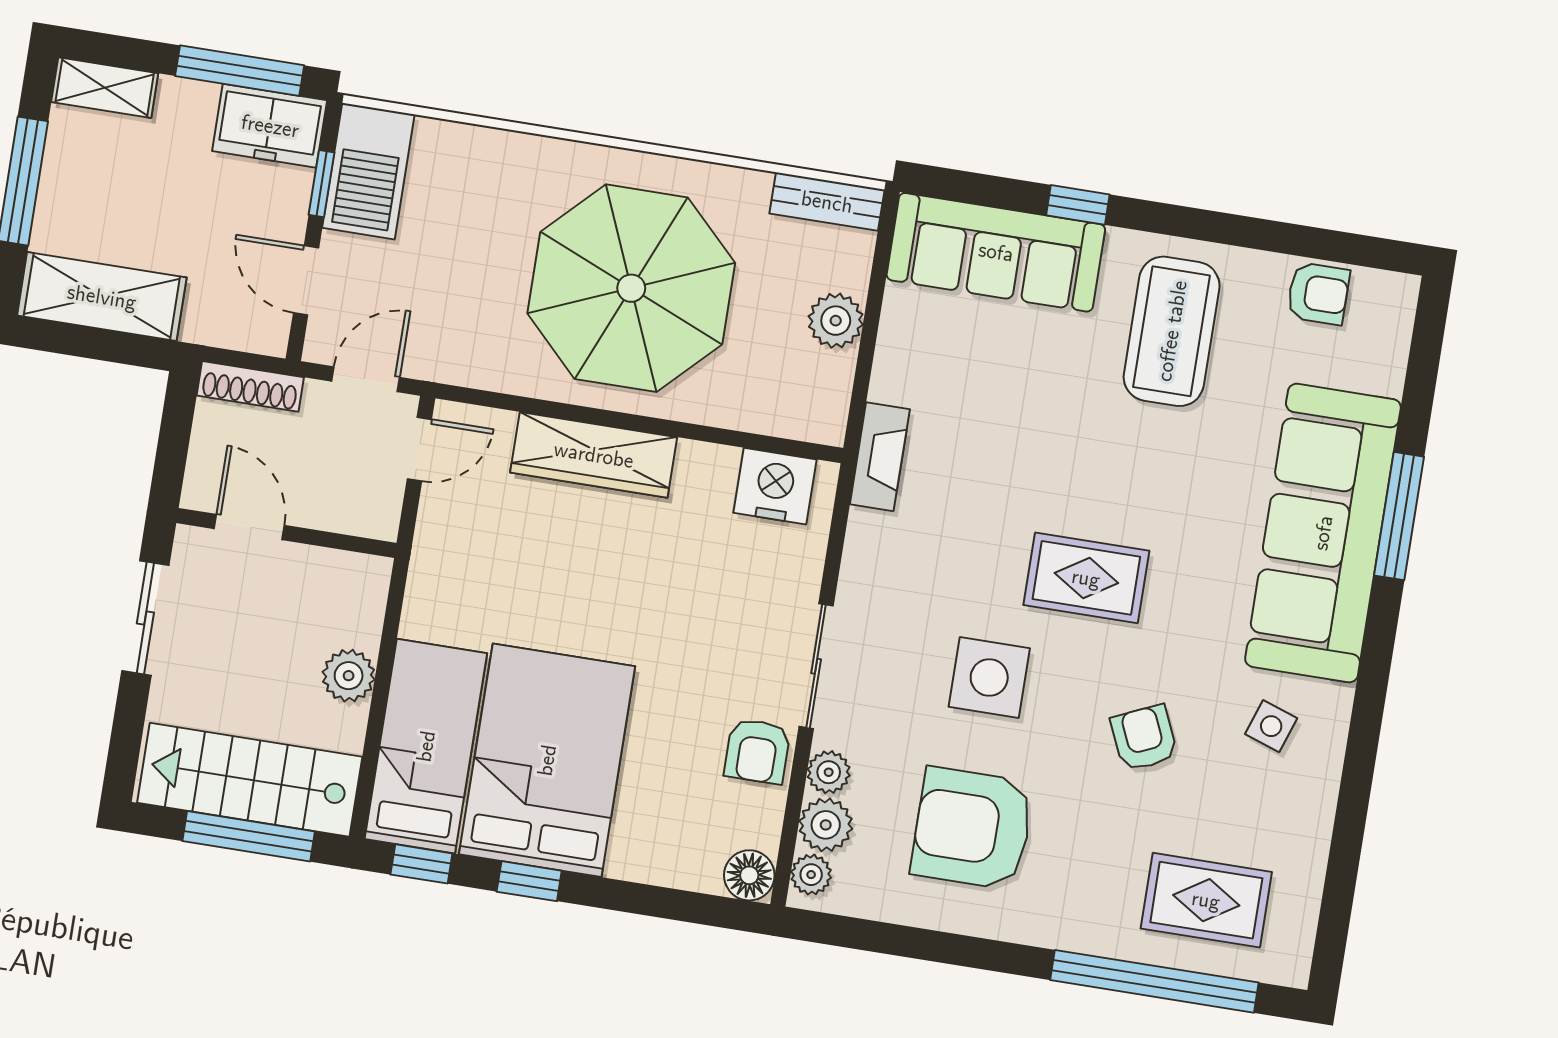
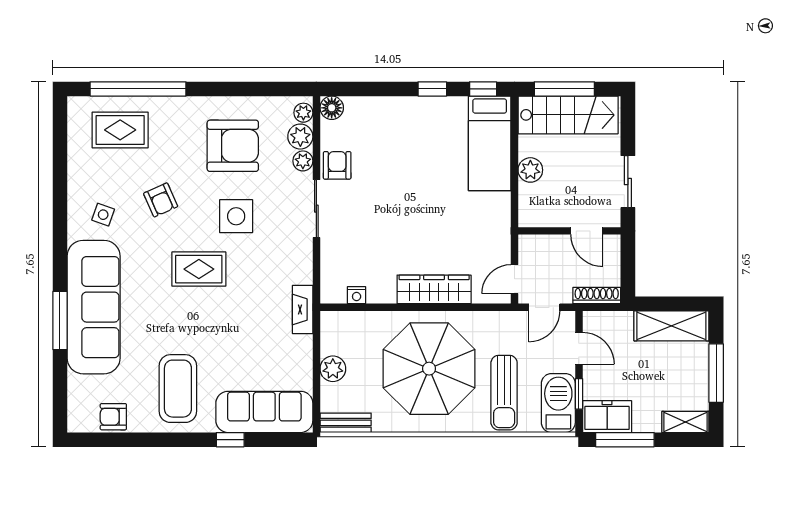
sun lounger: (480, 212) -> (504, 393), added
nightstand: (775, 486) -> (357, 295), width x0.53, depth x0.56
bed: (547, 760) -> (433, 146), removed

